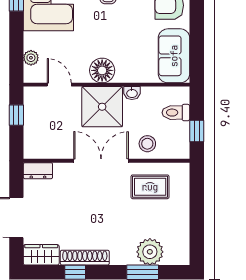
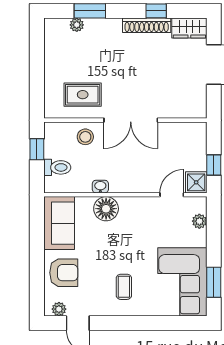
floor lamp: (102, 70) -> (106, 209), moved
door: (59, 85) -> (172, 195), swing flipped
shower: (102, 107) -> (196, 182), moved, width x0.54, depth x0.54
dresser: (38, 171) -> (193, 110), removed
plant: (150, 252) -> (77, 25), width x0.53, depth x0.53

